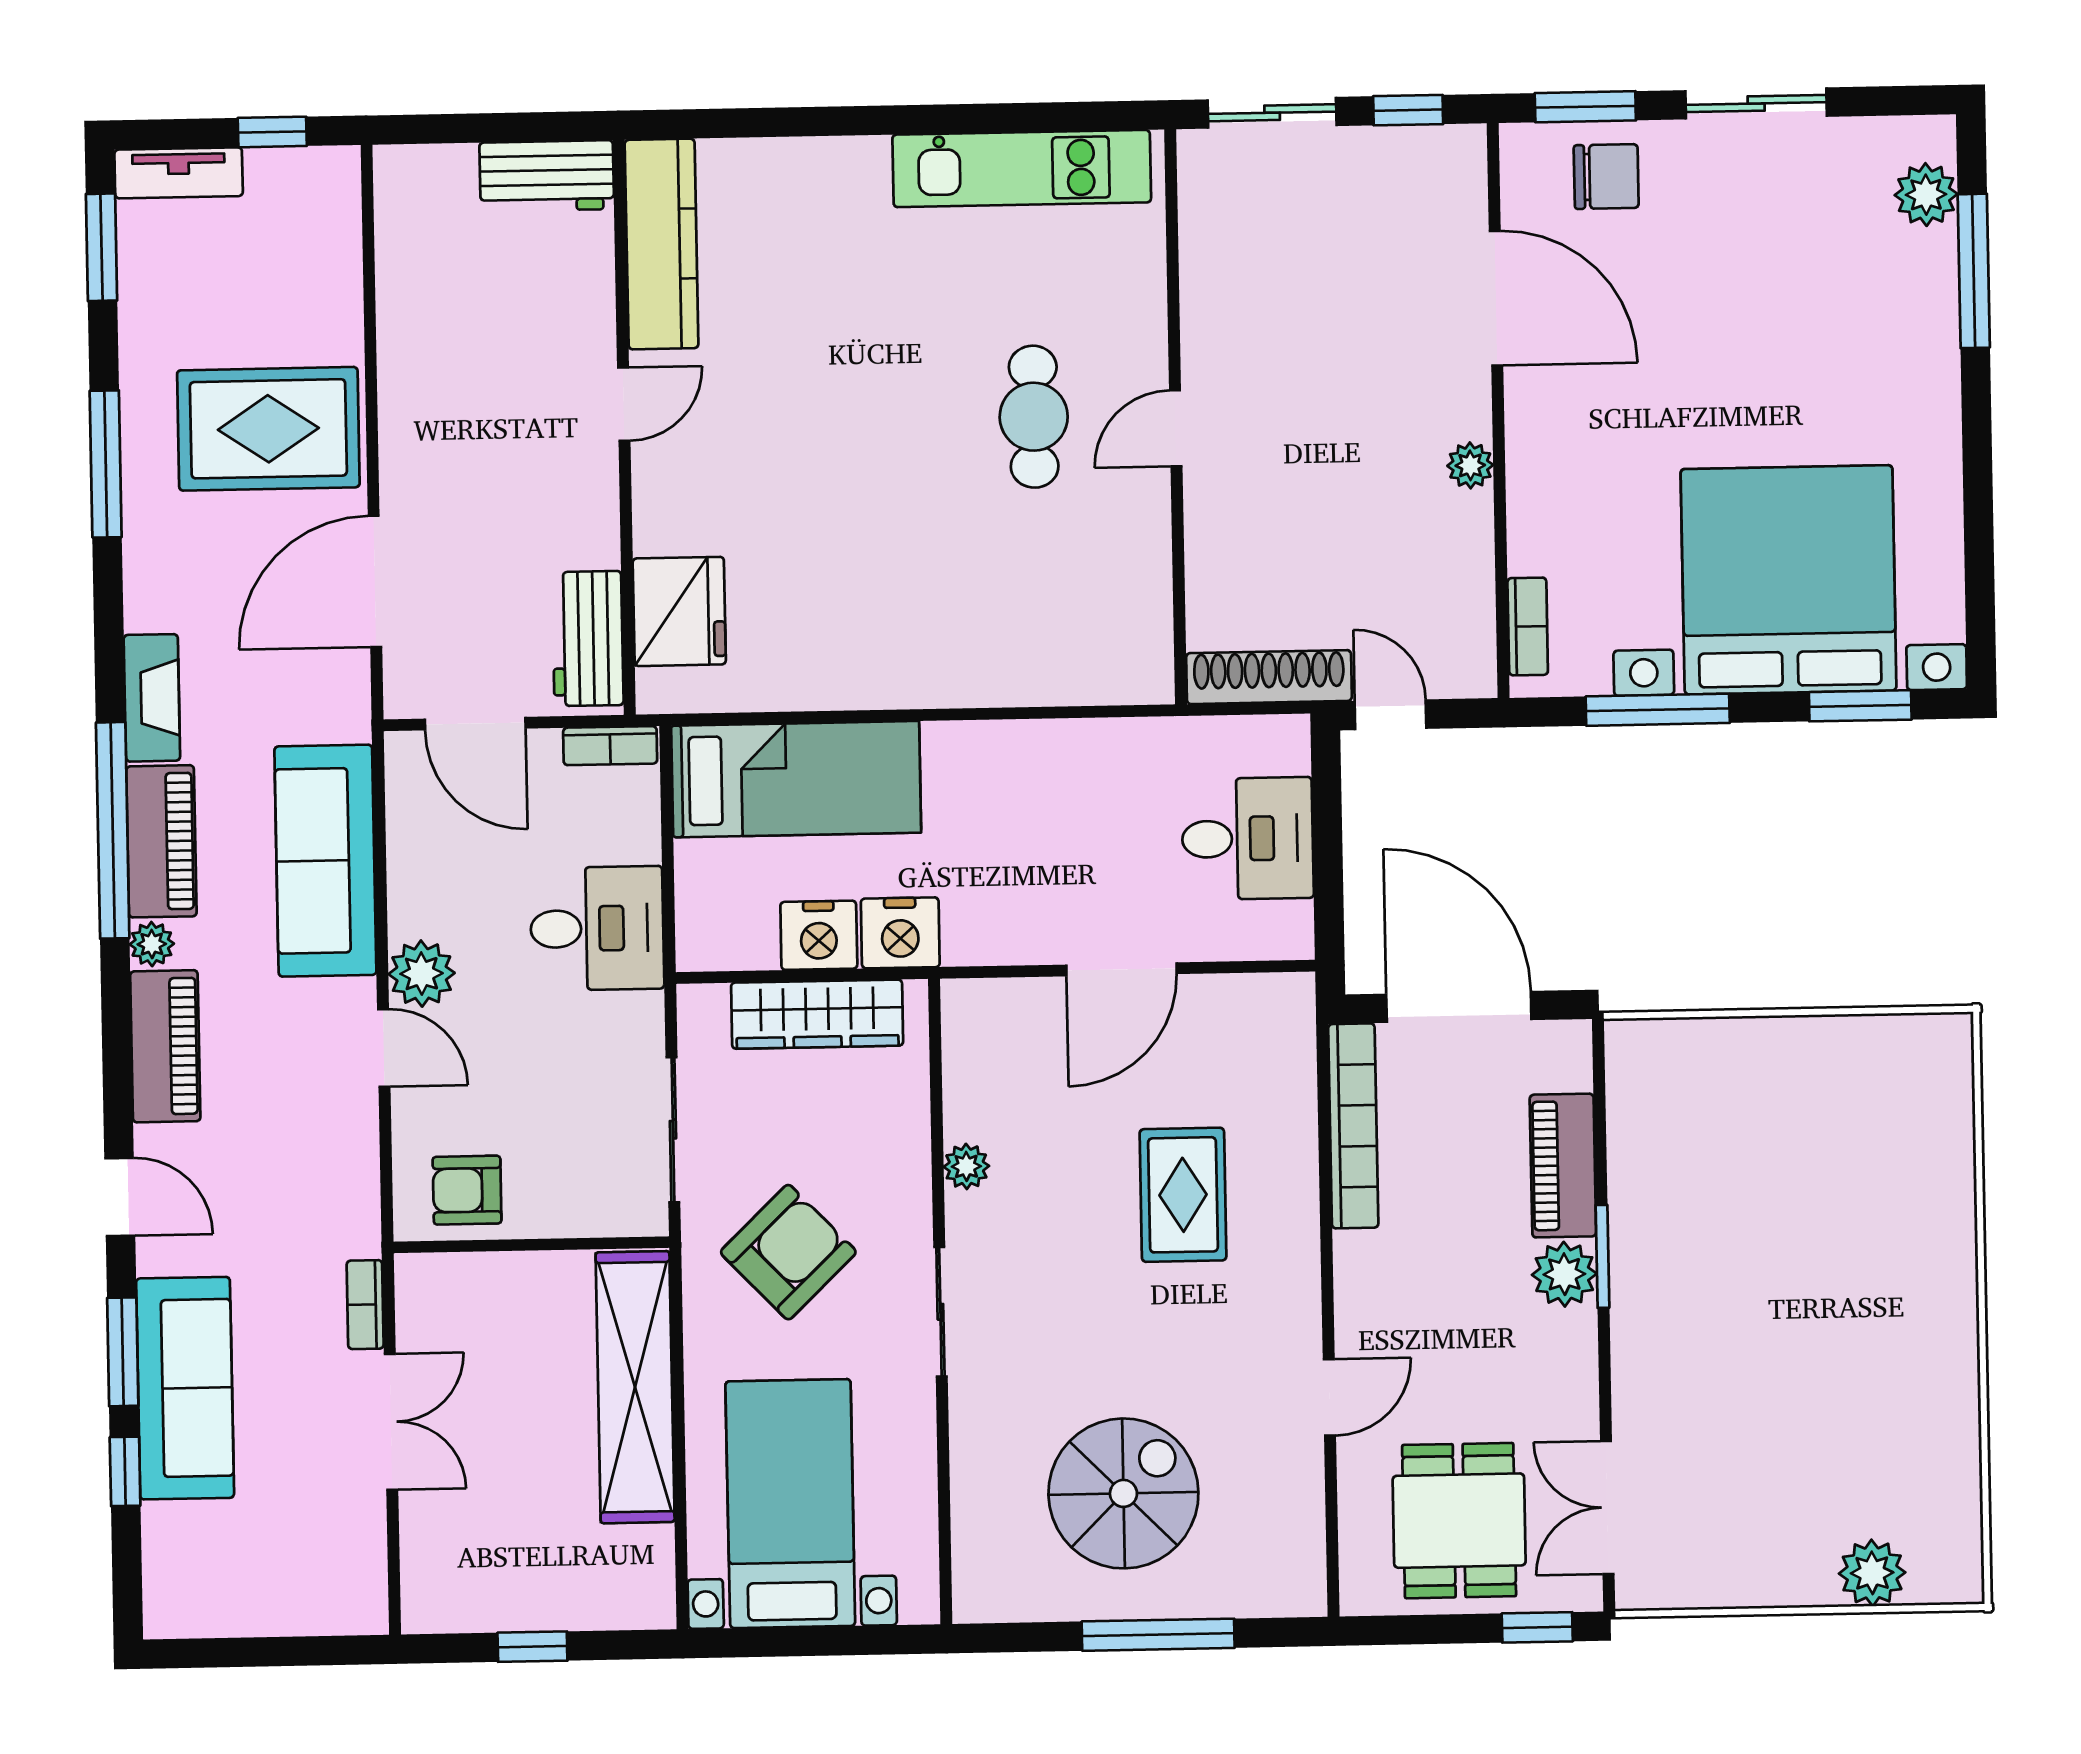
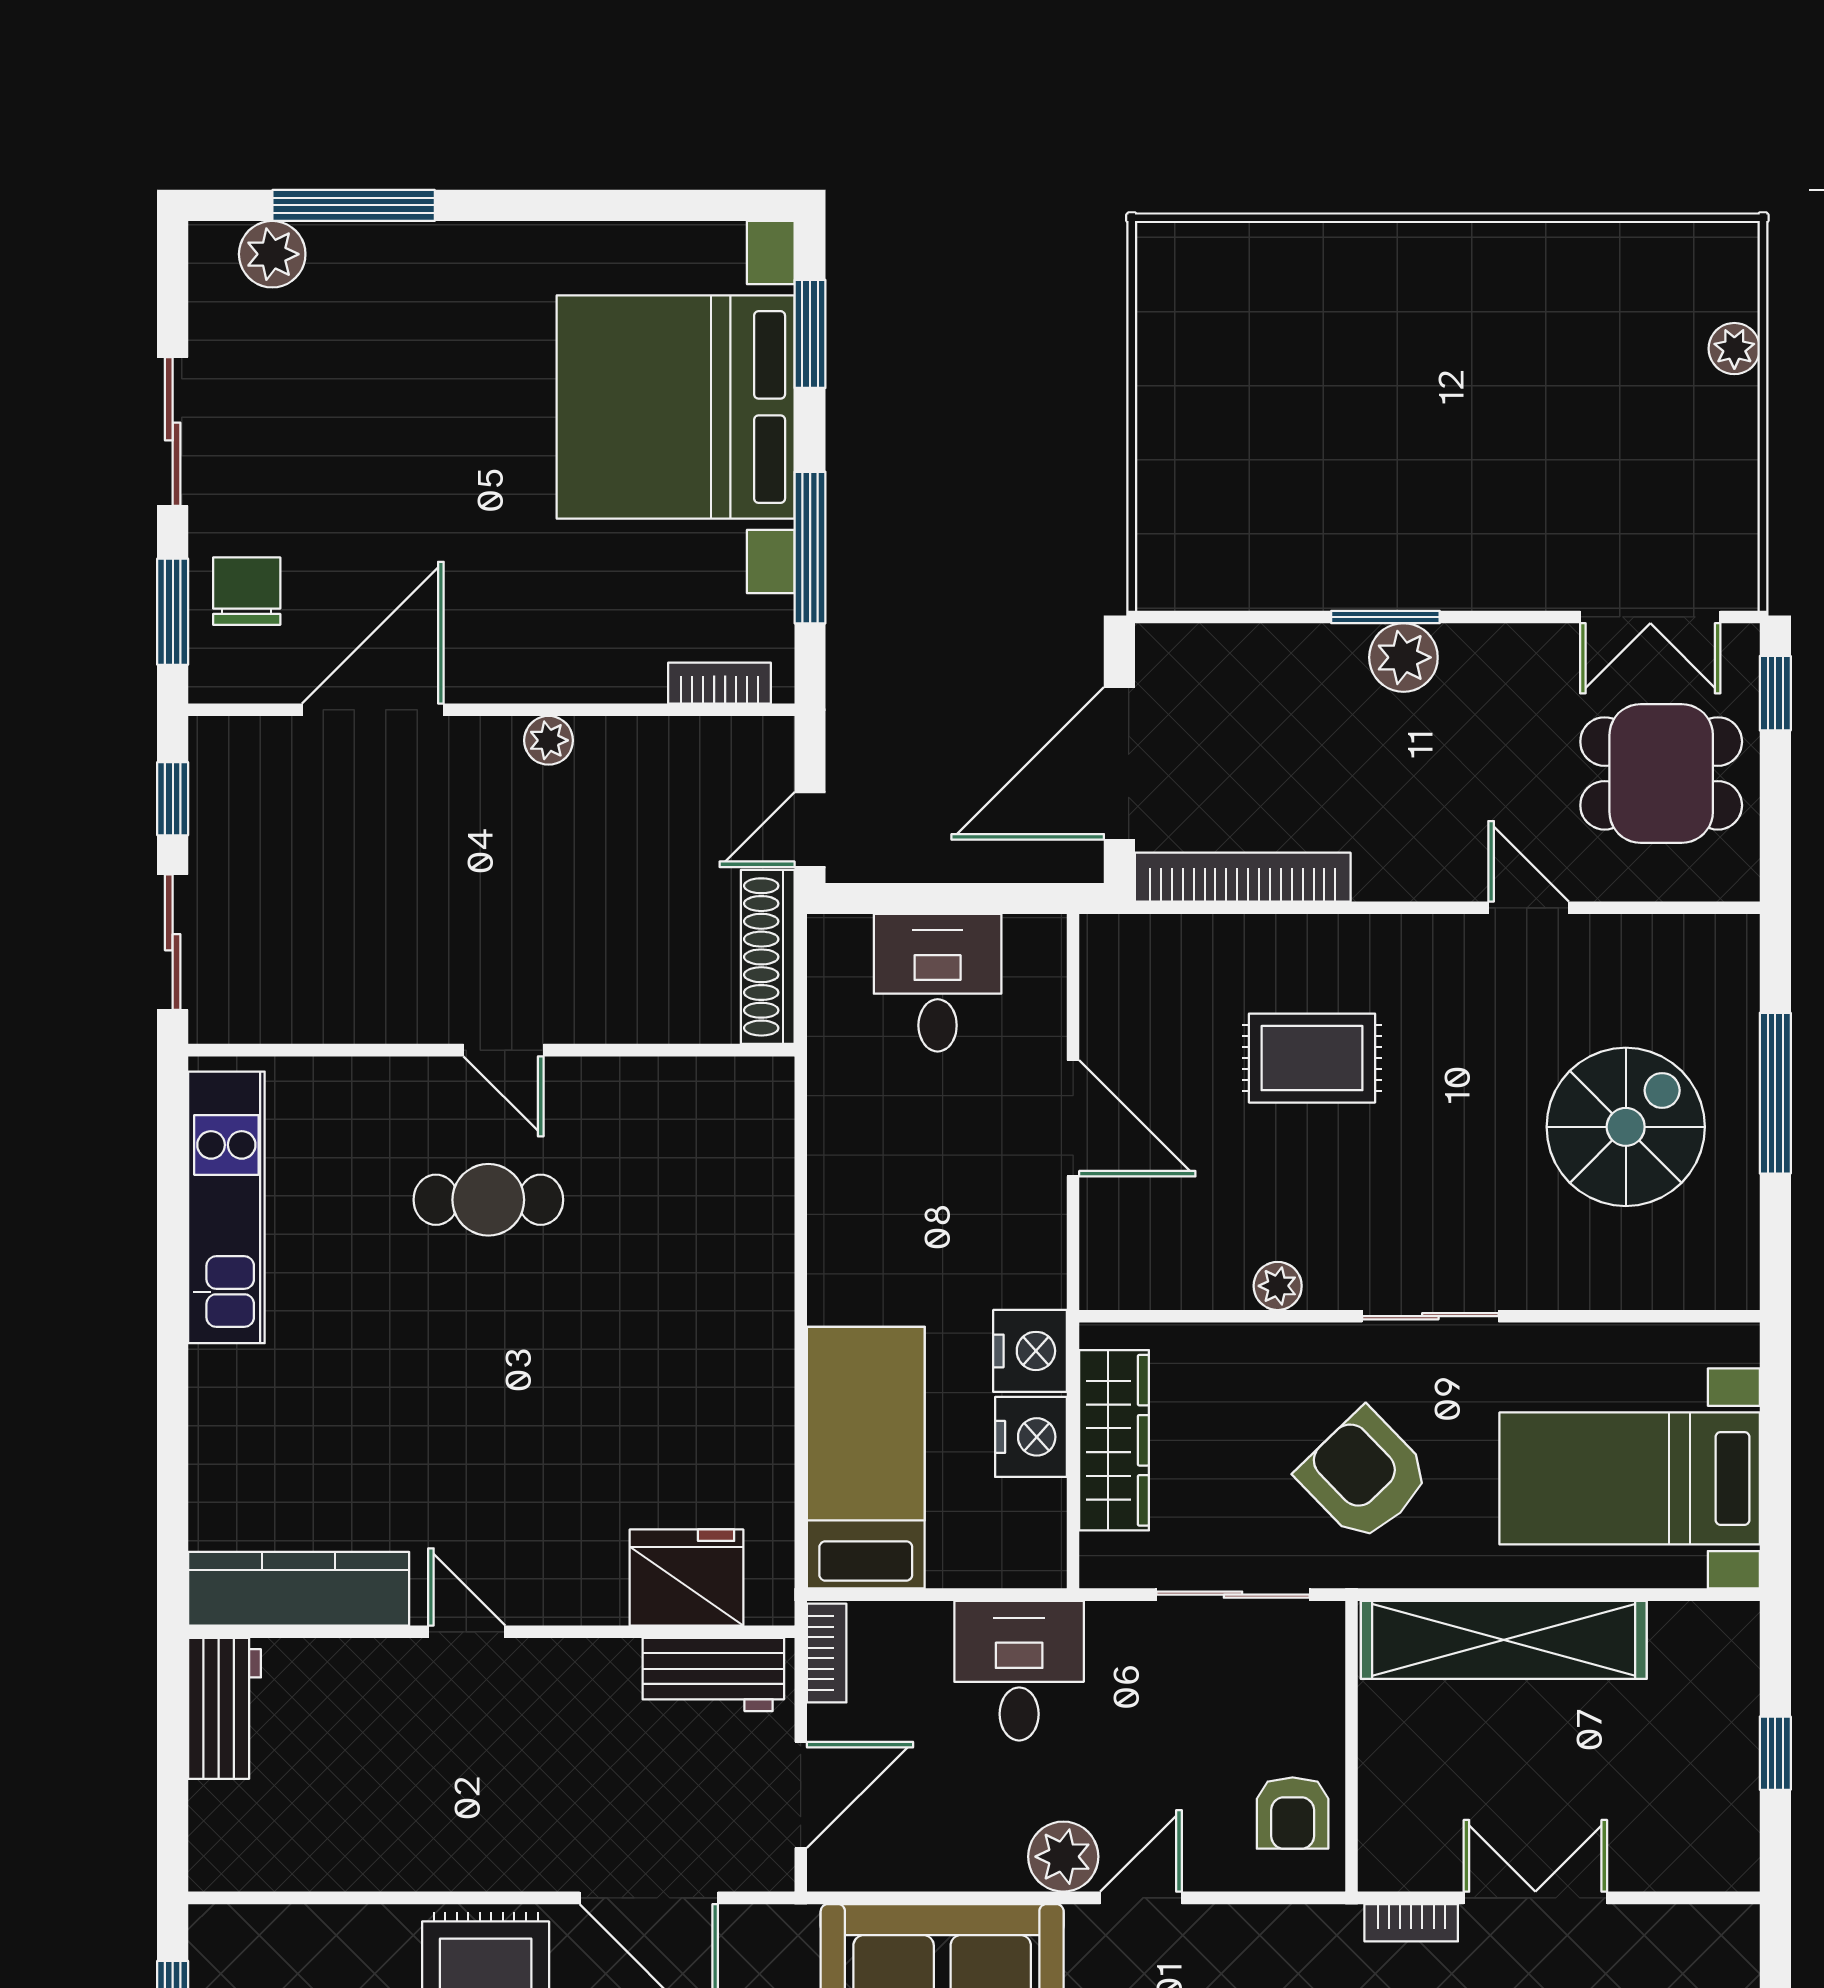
piano: (1563, 1166) -> (1289, 657), removed
spiral stairs: (1123, 1493) -> (1626, 1127), turned 90
plant: (1872, 1573) -> (1734, 349), width x0.73, depth x0.73

